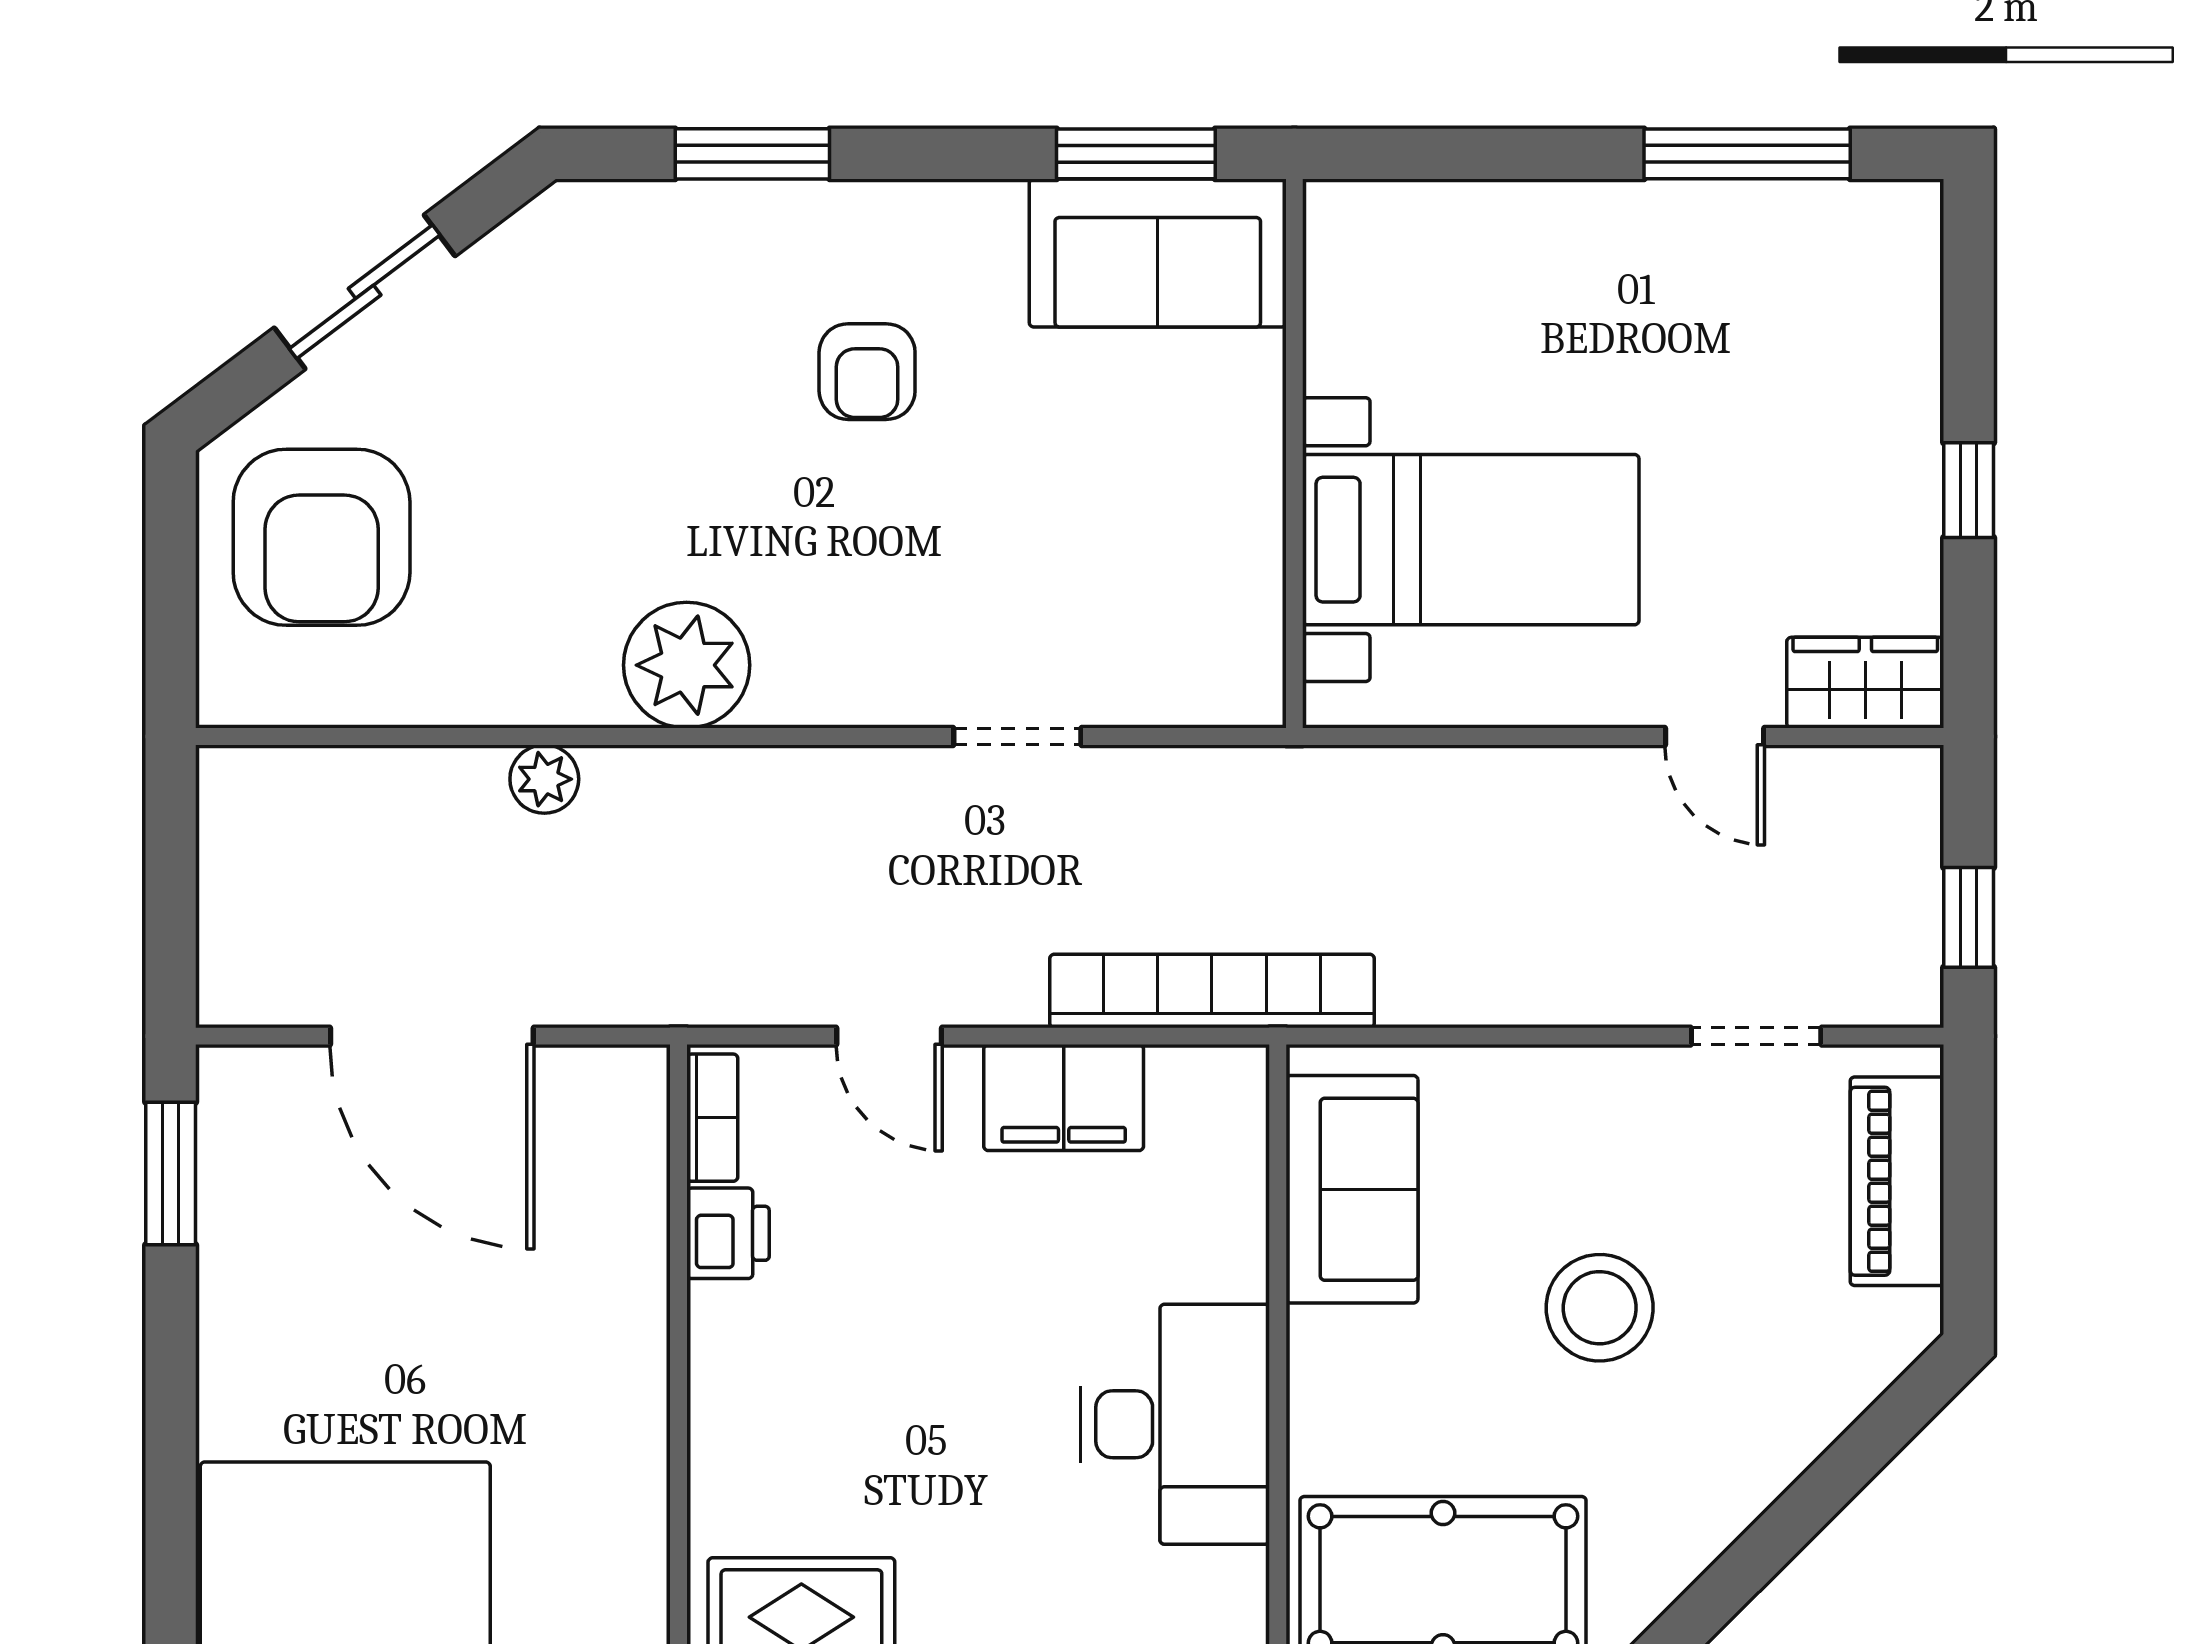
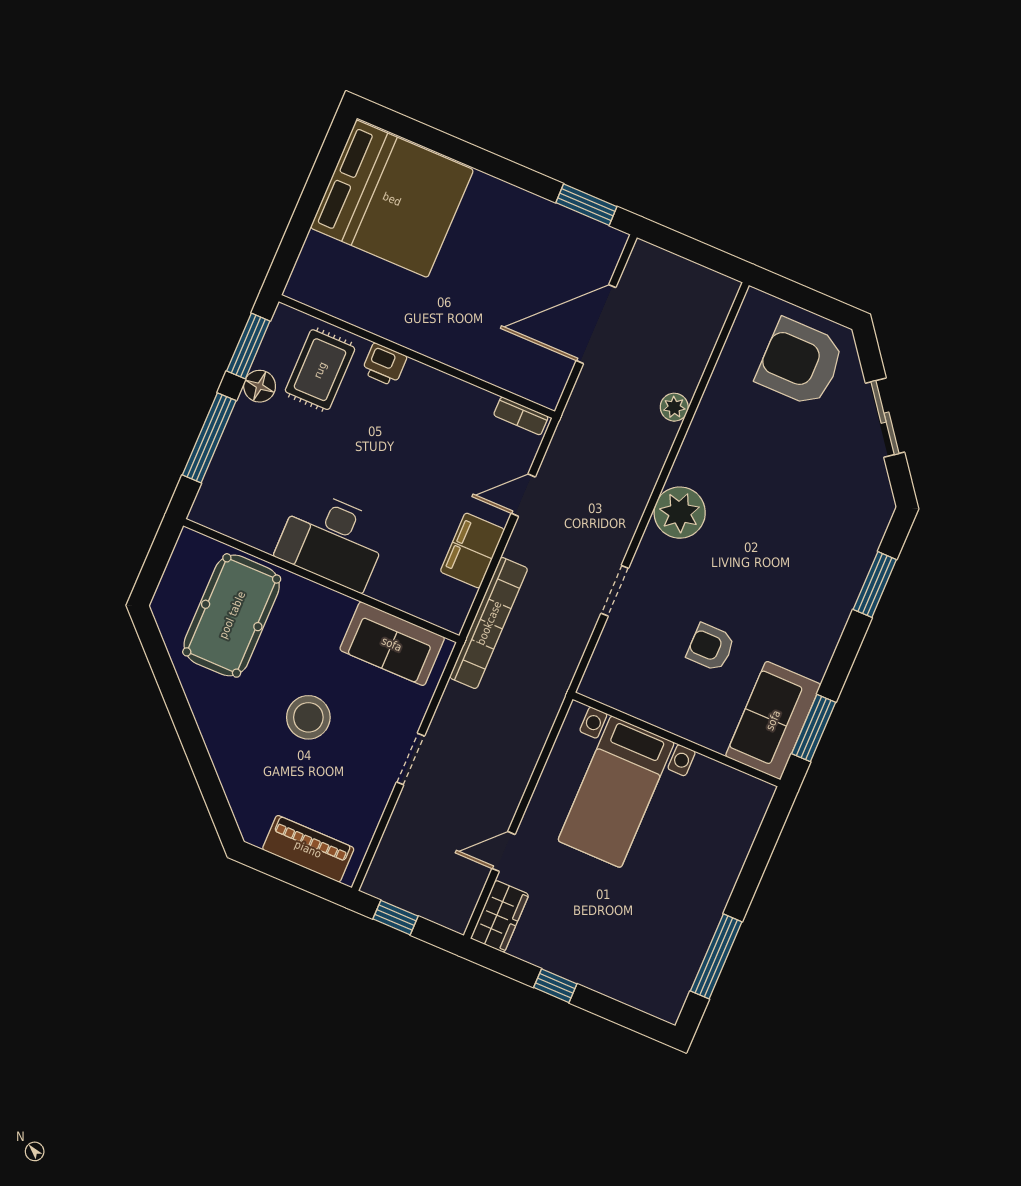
armchair: (867, 372) -> (711, 647), moved
plant: (687, 665) -> (680, 513), moved
doorway: (1756, 1036) -> (411, 759), moved
printer: (728, 1233) -> (384, 365), moved

